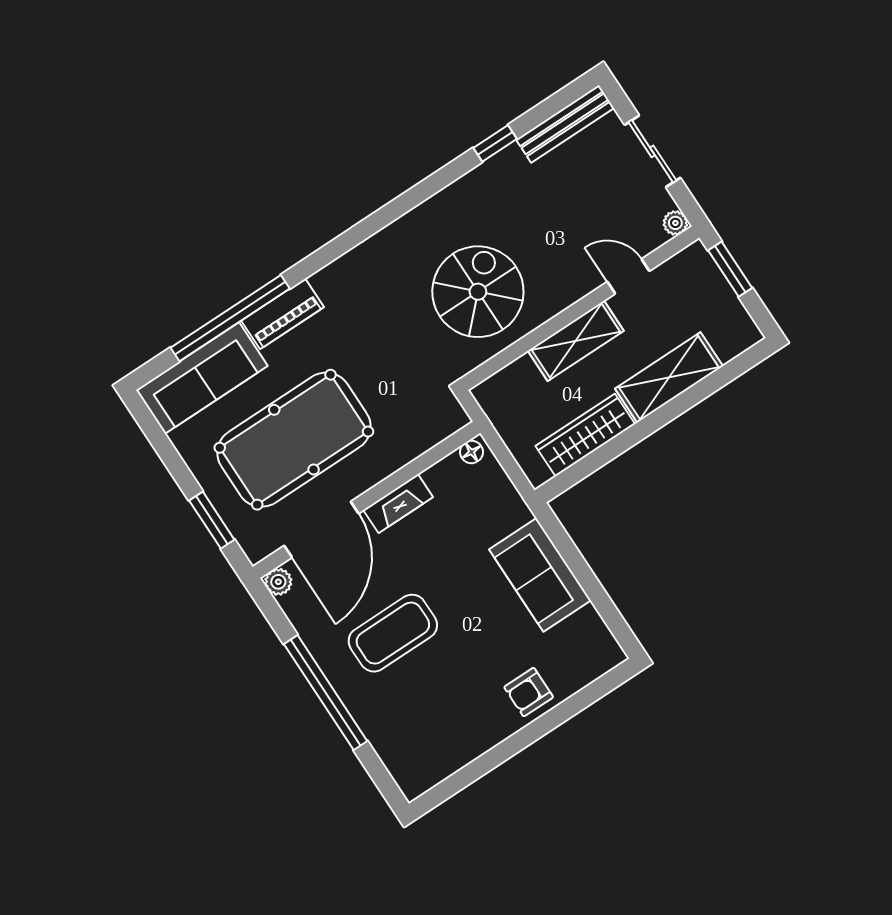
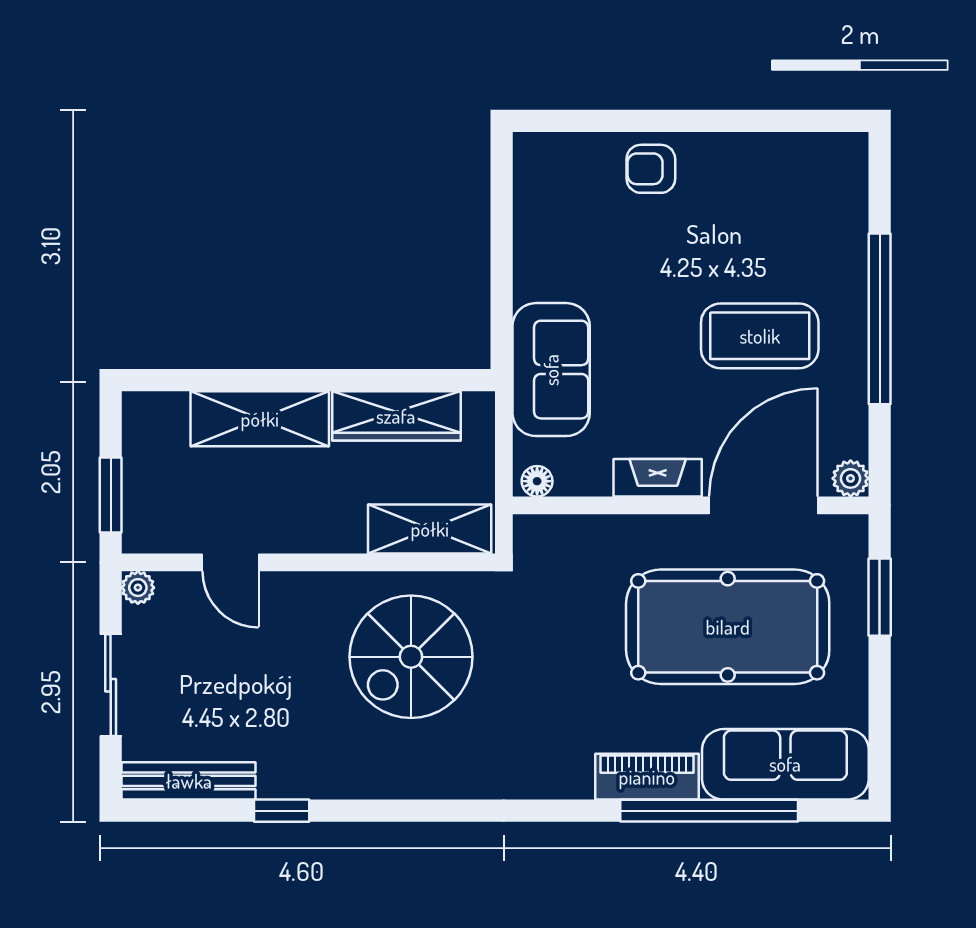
shelving: (576, 341) -> (430, 529), moved
sofa: (540, 575) -> (551, 370), moved
armchair: (529, 692) -> (651, 169), turned 180

